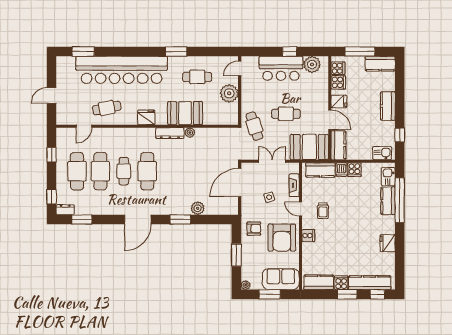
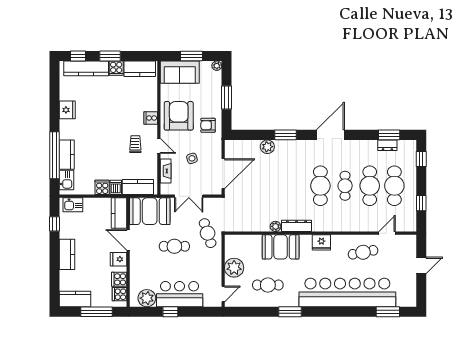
dresser: (65, 210) -> (387, 145), moved

